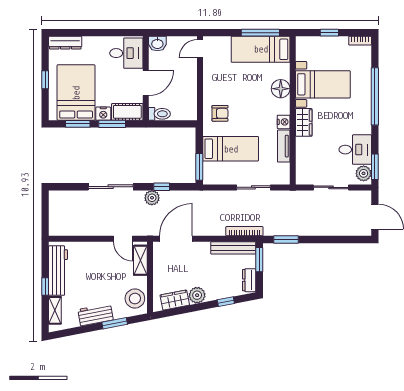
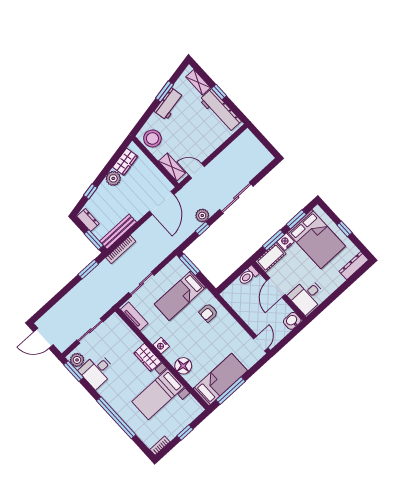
tv unit: (284, 146) -> (134, 316), moved
window: (115, 323) -> (164, 91), moved

